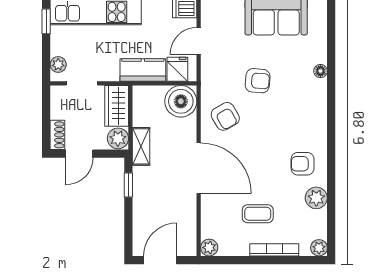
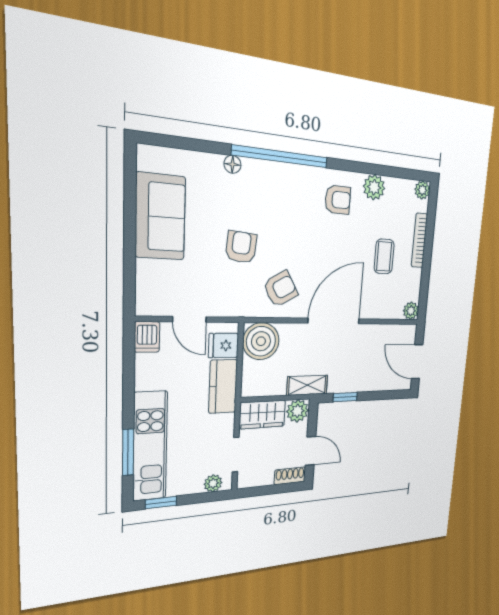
window: (331, 110) -> (281, 156), added
armchair: (303, 164) -> (338, 200), turned -90

